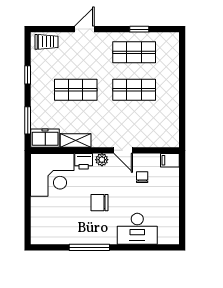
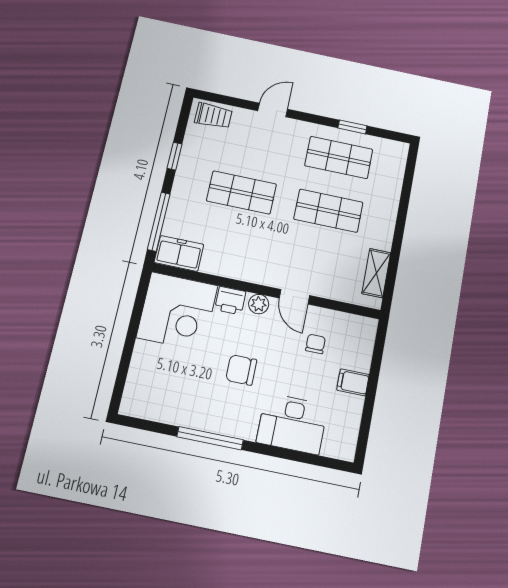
window: (28, 120) -> (159, 222), width x1.44
shelving: (76, 140) -> (376, 273), moved, turned 90
filing cabinet: (170, 160) -> (353, 382), moved

